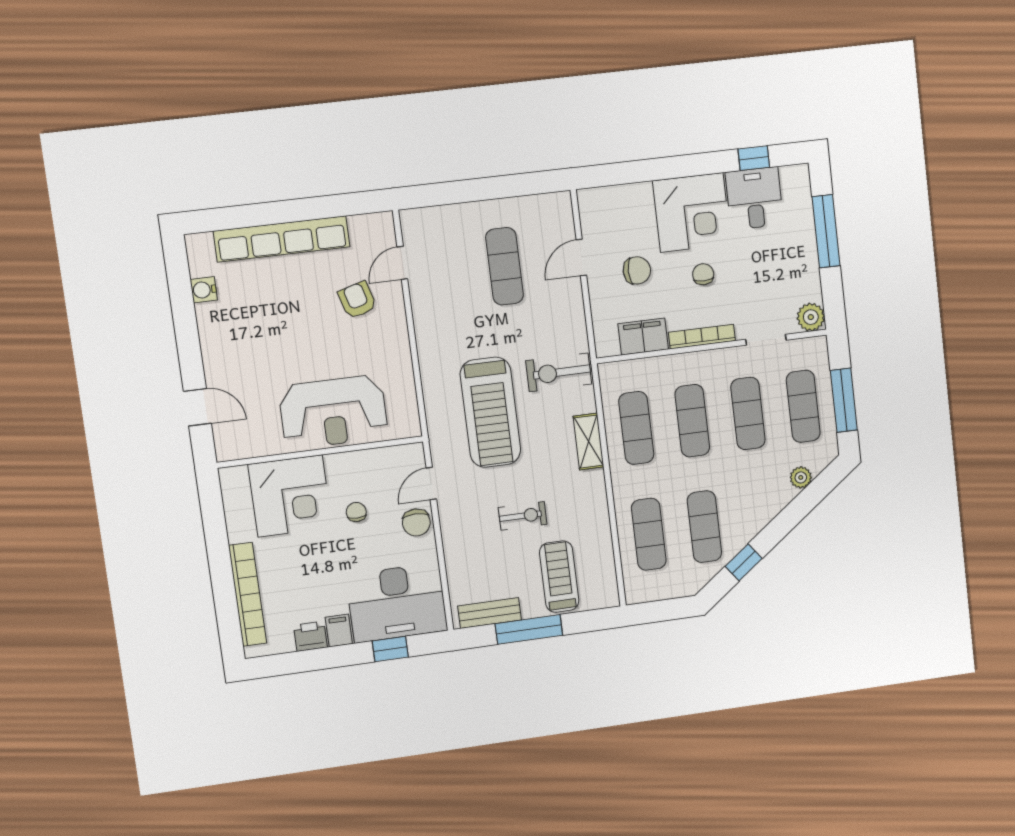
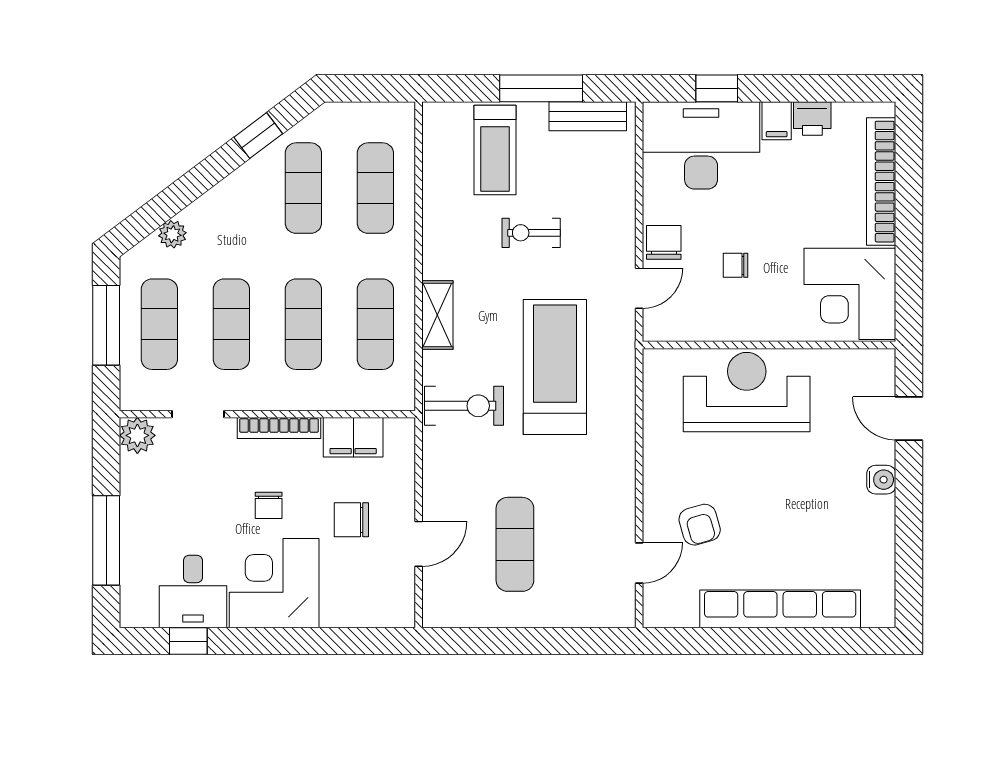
water cooler: (204, 290) -> (881, 480), moved
corner desk: (290, 496) -> (850, 294), moved, turned -90
chair: (356, 512) -> (736, 265), turned 90

